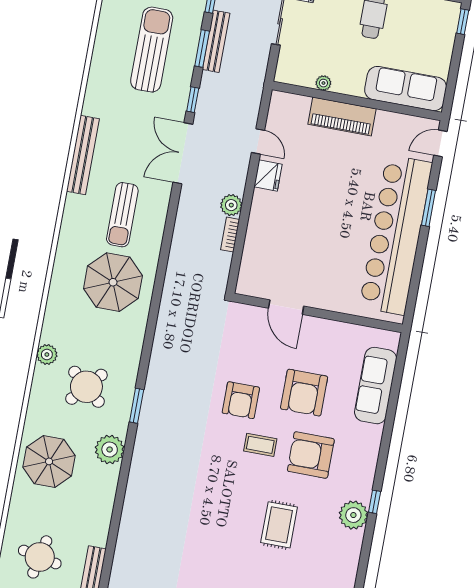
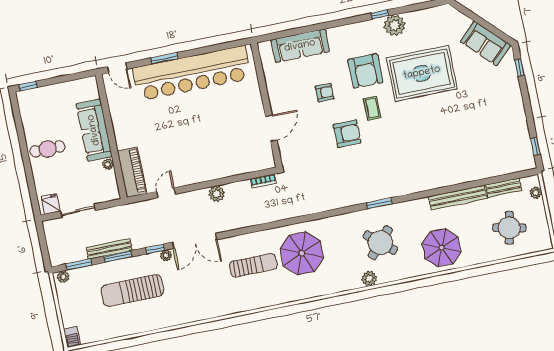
sofa: (406, 89) -> (94, 130), moved
piano: (342, 117) -> (132, 172), moved
bench: (83, 155) -> (458, 198), moved
fridge: (268, 176) -> (186, 177), removed
bookcase: (230, 235) -> (263, 181), moved
armchair: (304, 393) -> (325, 93), width x0.53, depth x0.53
plant: (110, 449) -> (166, 256), moved, width x0.53, depth x0.53
rug: (279, 525) -> (422, 73), width x1.86, depth x2.06

